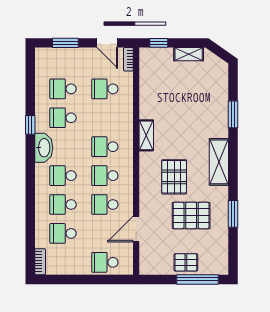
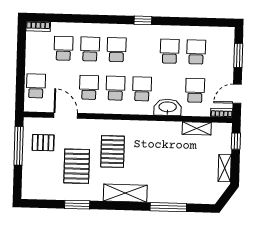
window: (233, 114) -> (168, 207), width x1.44
window: (30, 125) -> (143, 20), moved
shelving: (146, 135) -> (197, 128), moved
washbasin: (44, 148) -> (168, 107), moved, turned 180
pallet: (174, 177) -> (113, 152), turned 90
pallet: (186, 262) -> (43, 143), moved, turned 90
window: (197, 279) -> (19, 146), moved

